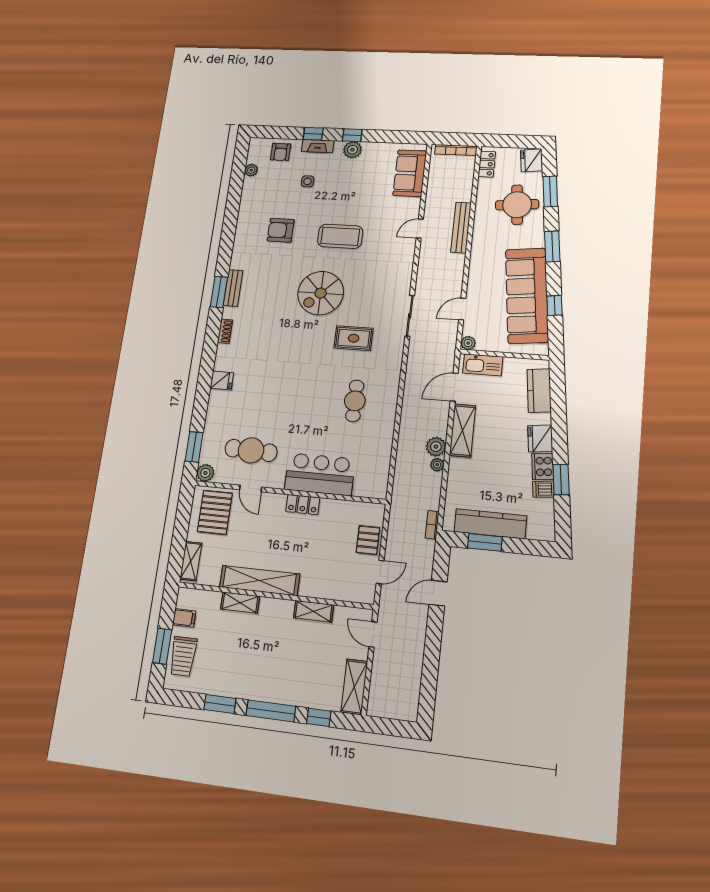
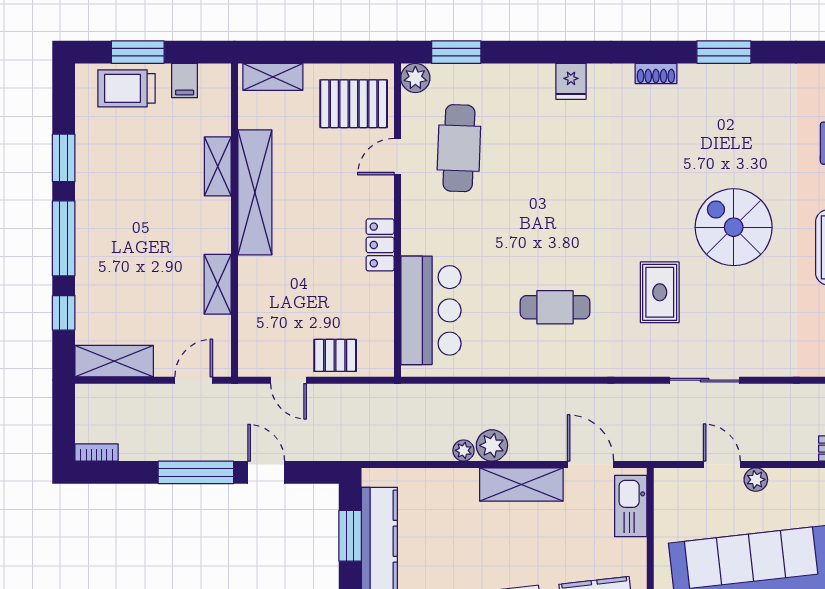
bench: (233, 288) -> (733, 76), removed
plant: (468, 343) -> (756, 480), moved
bar counter: (320, 474) -> (431, 310), moved
bookcase: (432, 525) -> (96, 452), moved
window: (433, 640) -> (196, 472), added

